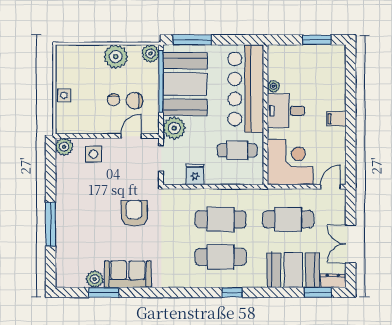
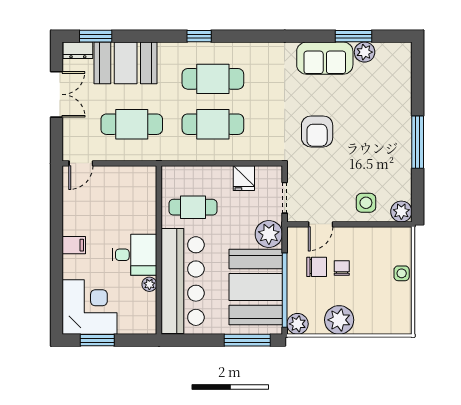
corner desk: (290, 162) -> (90, 307), moved, turned 180
window: (51, 224) -> (418, 142), moved

